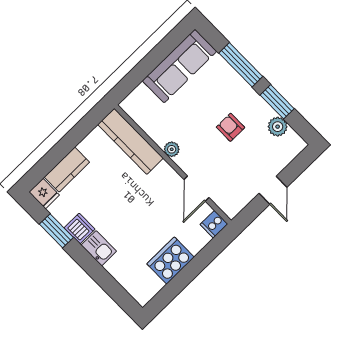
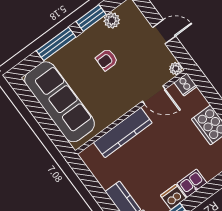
sofa: (179, 66) -> (60, 102), width x1.36, depth x1.27
kitchen counter: (130, 141) -> (123, 133), moved
plant: (172, 149) -> (176, 69), moved

